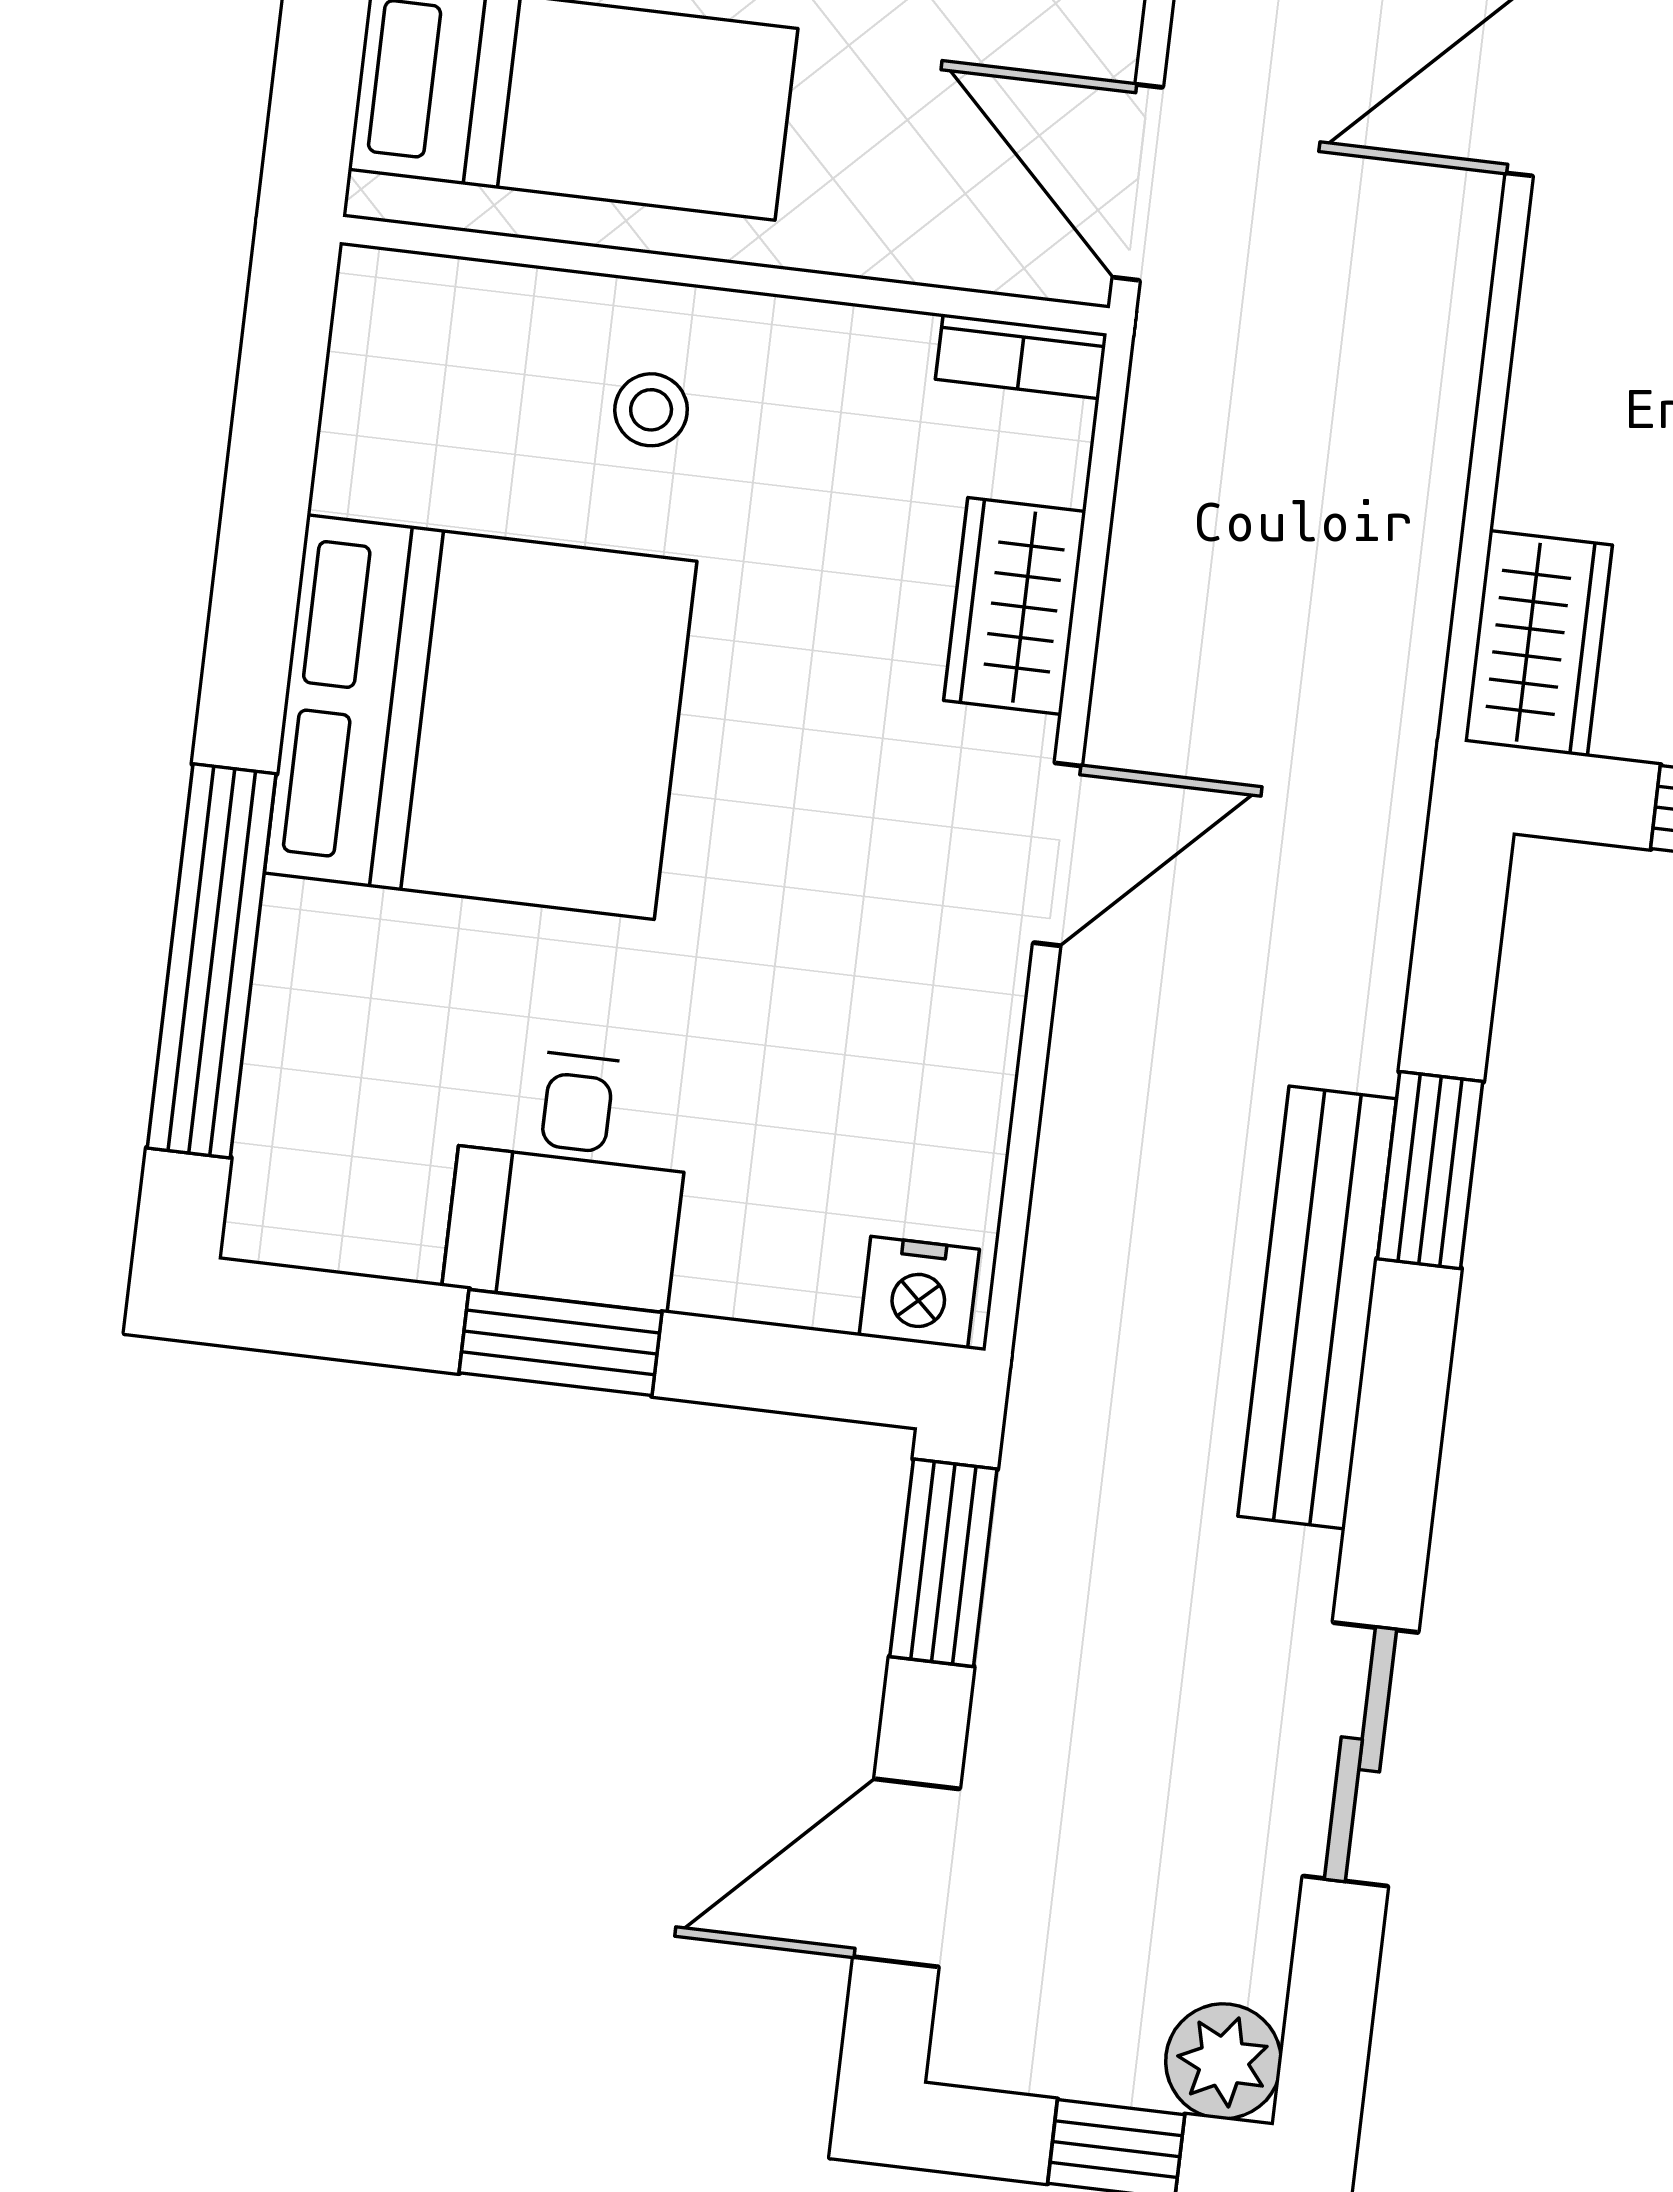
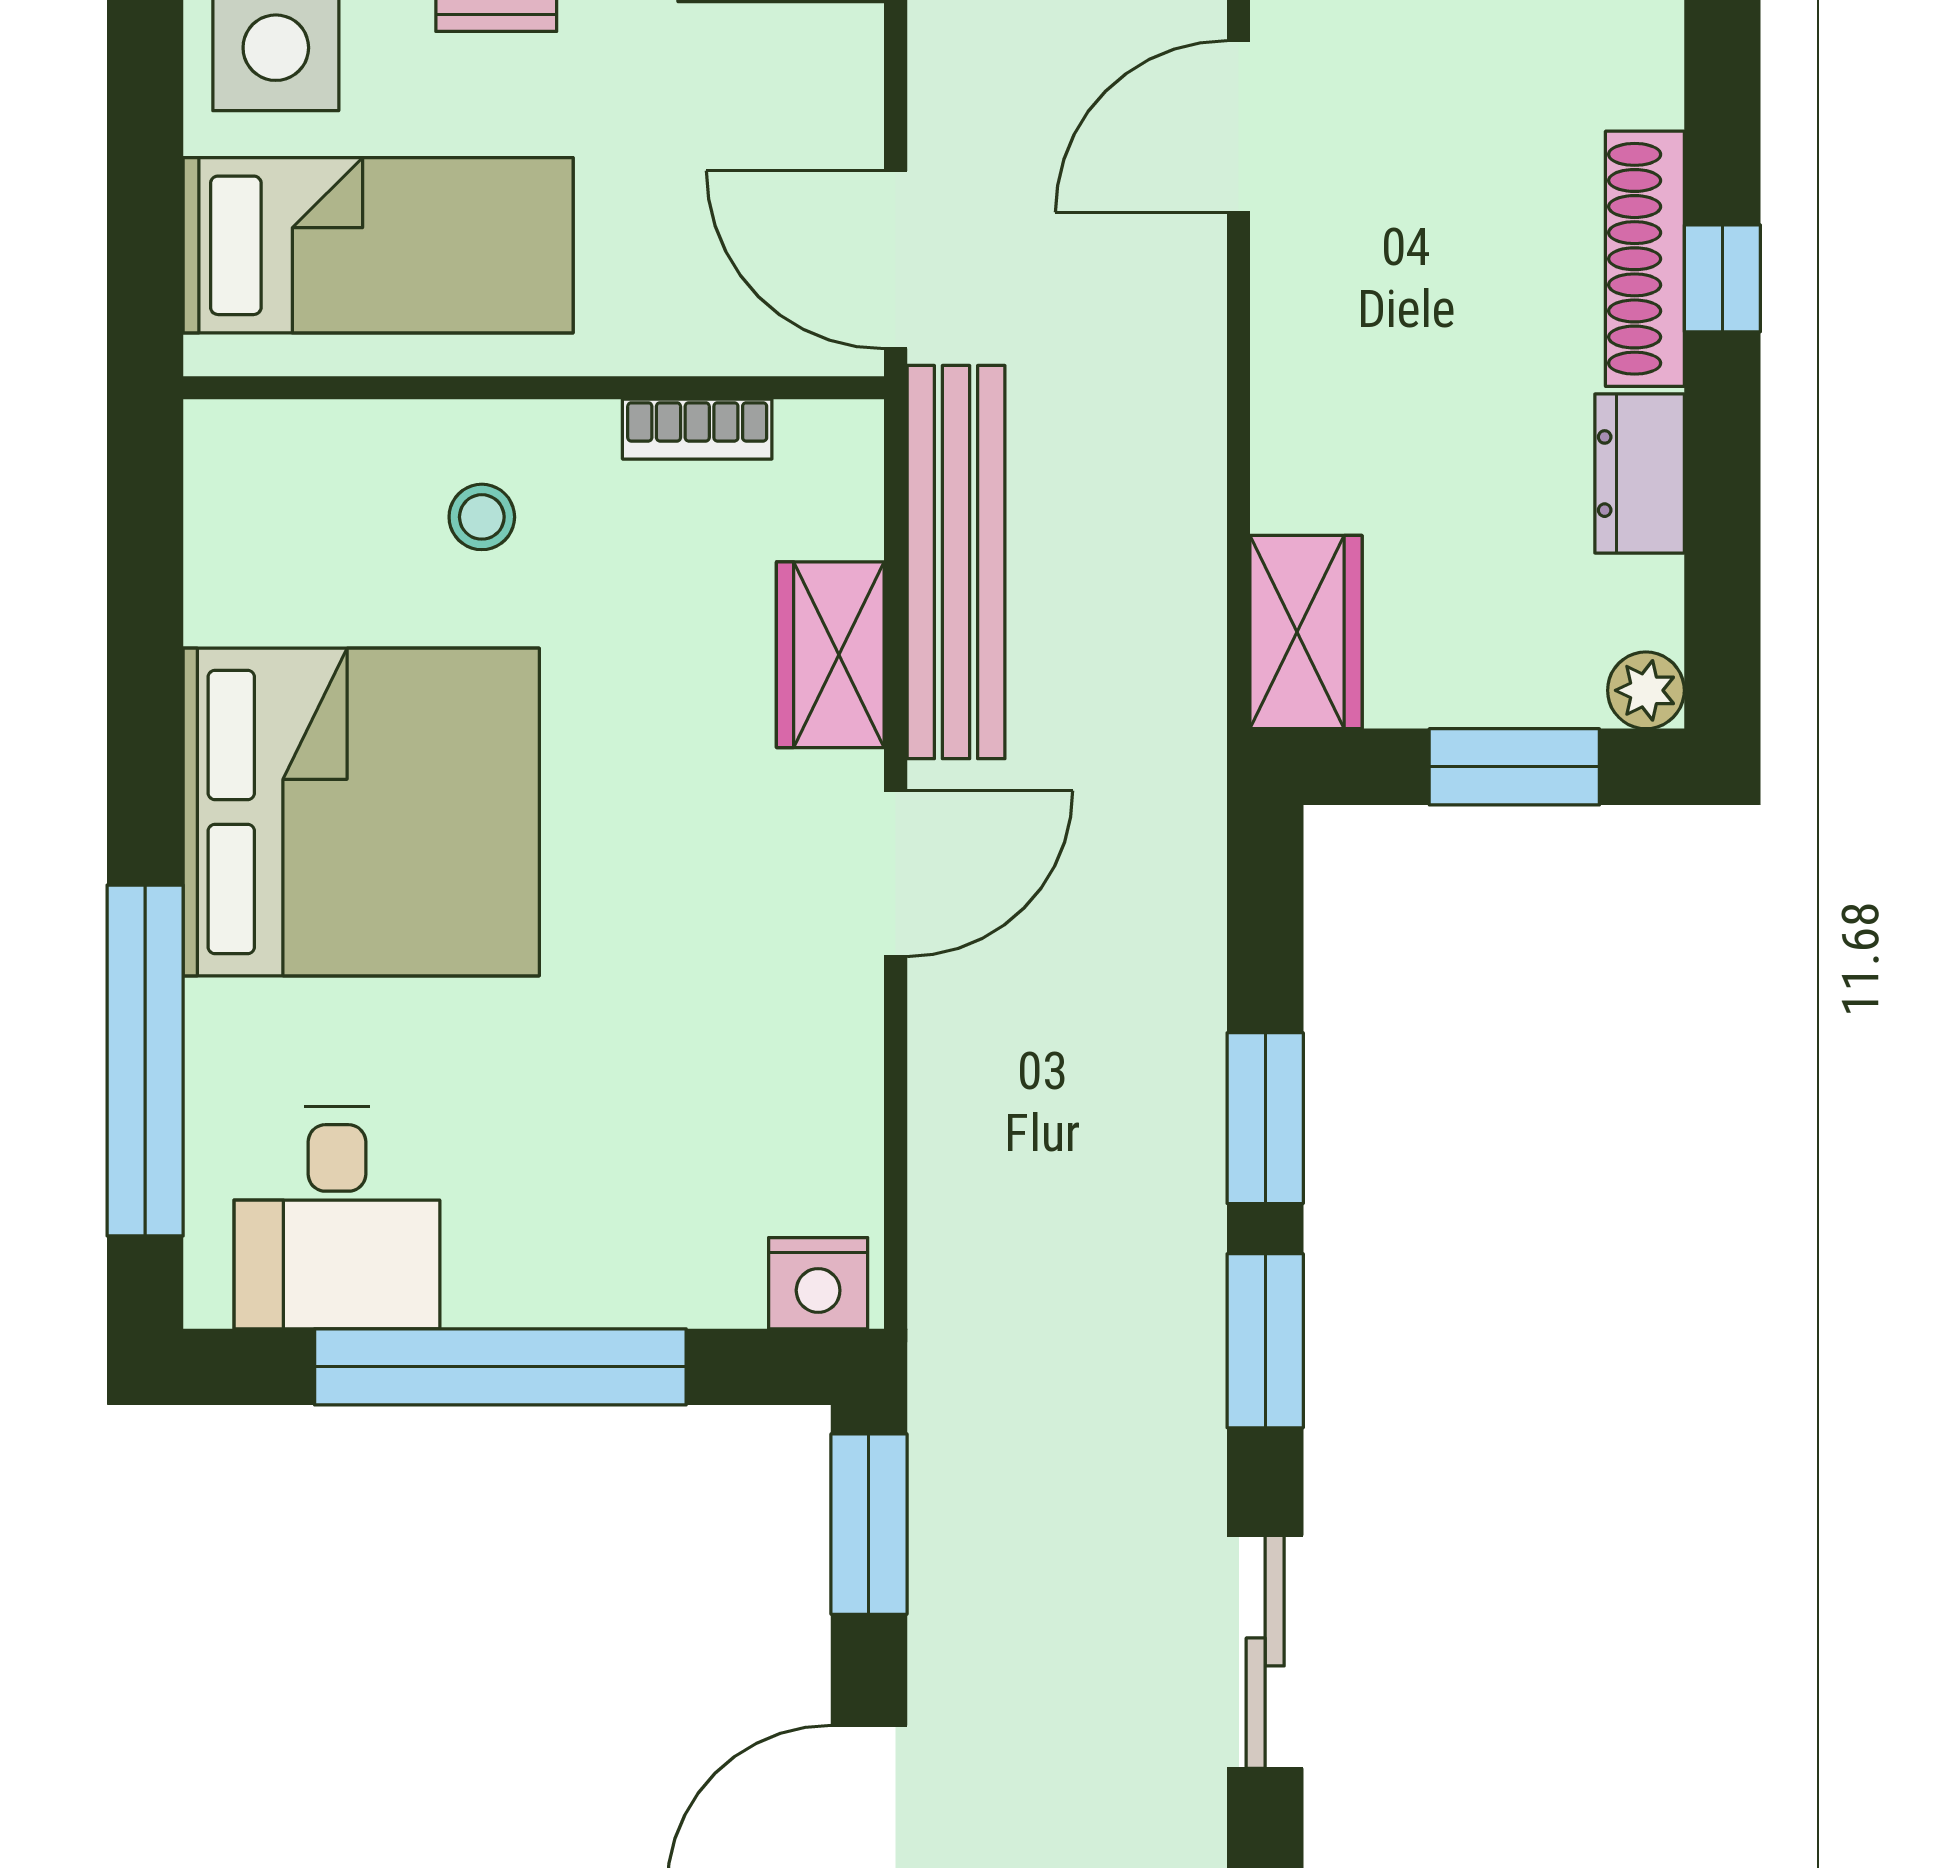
bookcase: (1021, 356) -> (697, 429), moved
desk: (569, 1178) -> (337, 1218), moved
bench: (1317, 1308) -> (956, 562), moved
window: (561, 1343) -> (500, 1367), width x2.11
window: (1401, 1414) -> (1265, 1341), added

